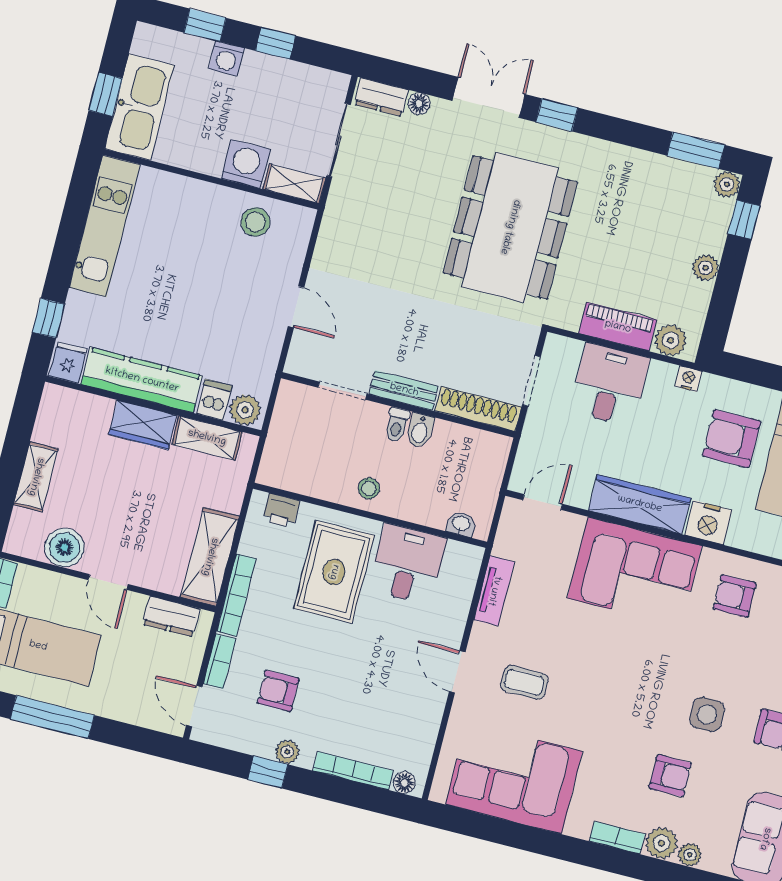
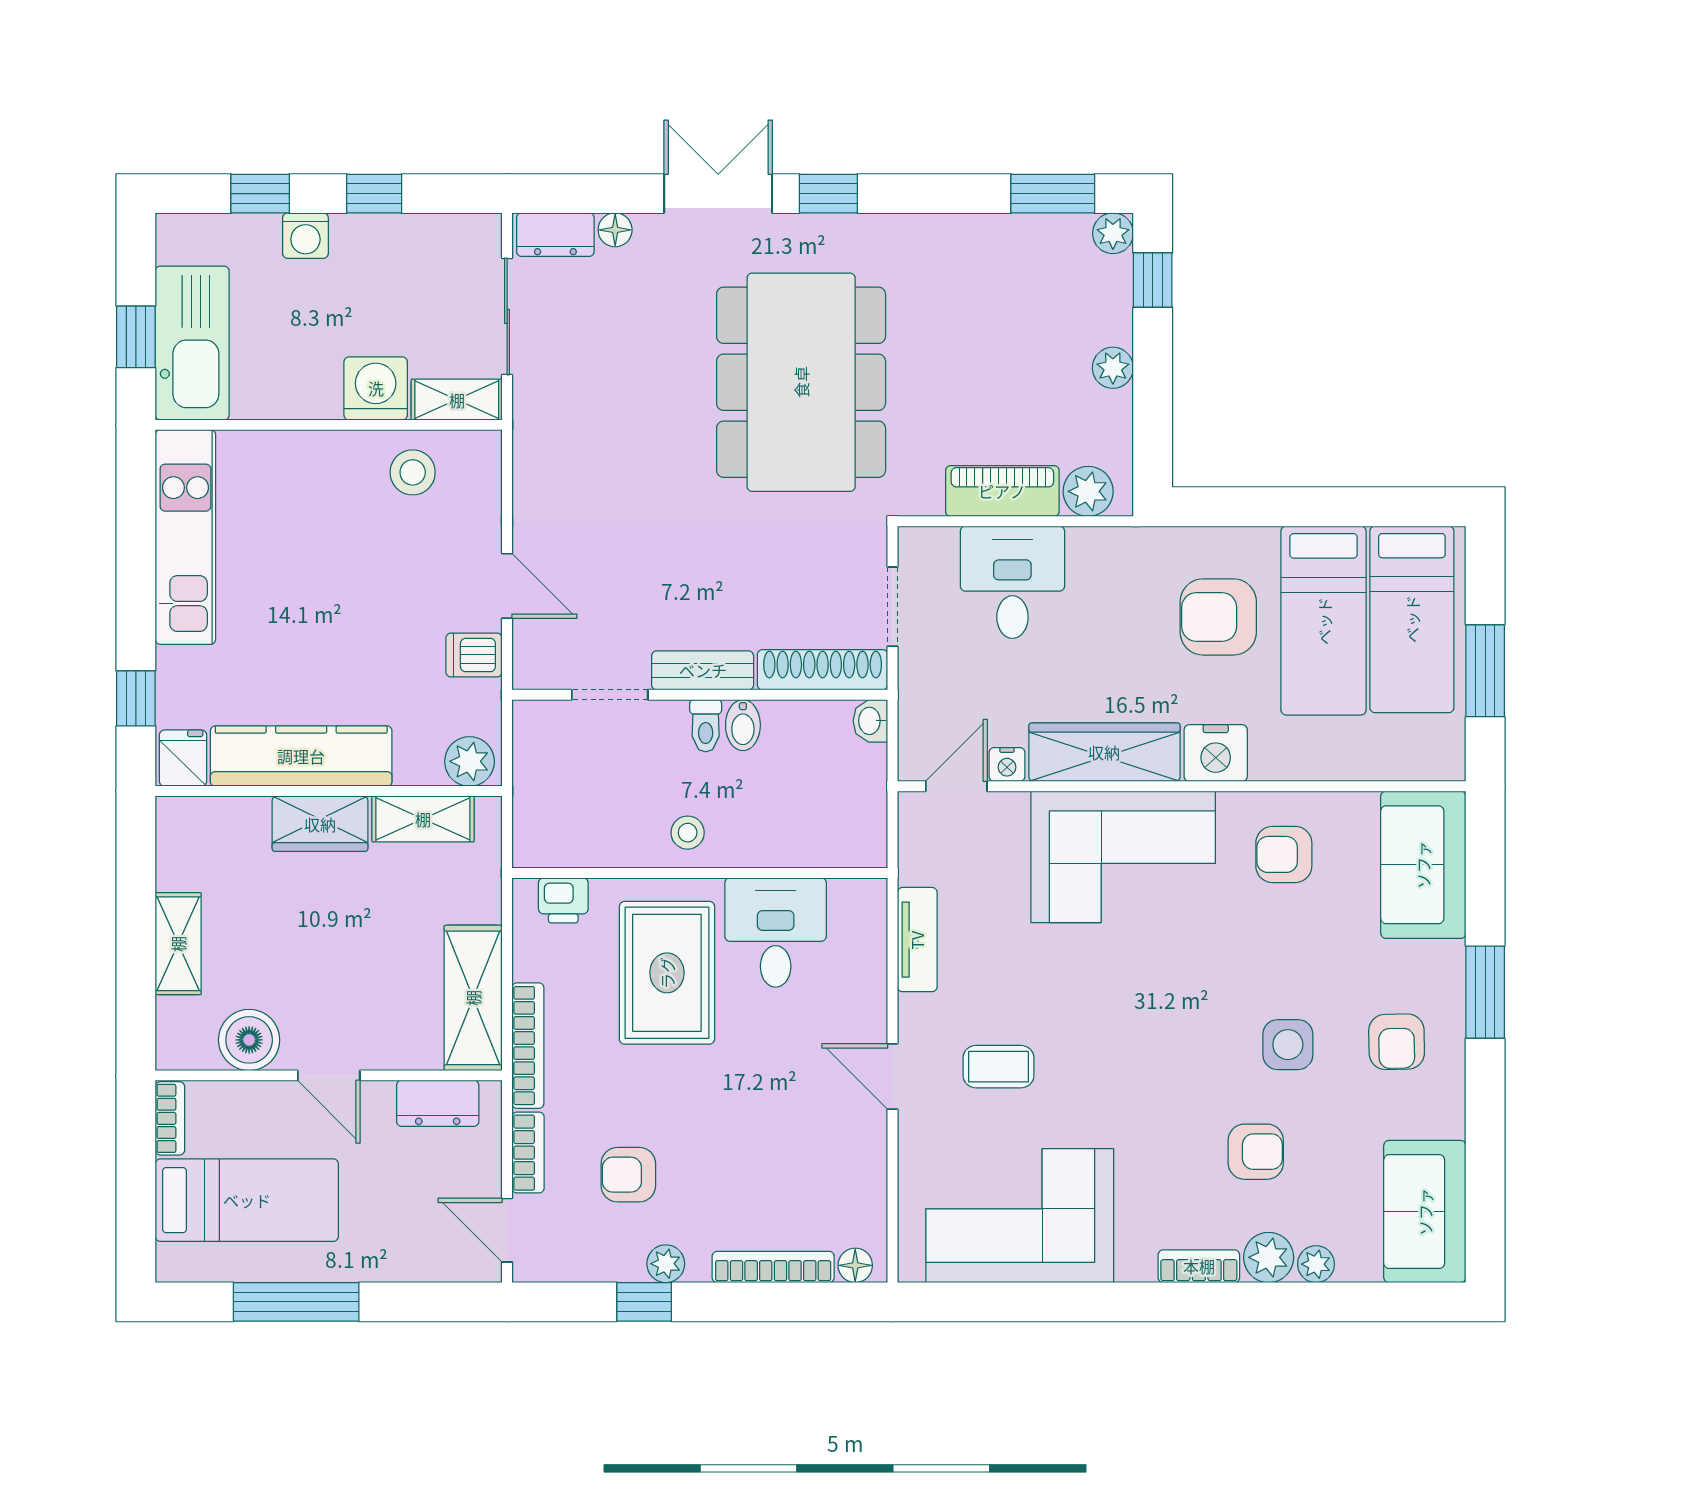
nightstand: (688, 379) -> (1007, 764), moved, turned 180
dishwasher: (214, 400) -> (474, 655), moved, turned -90
washbasin: (461, 524) -> (870, 721), moved, turned -90

